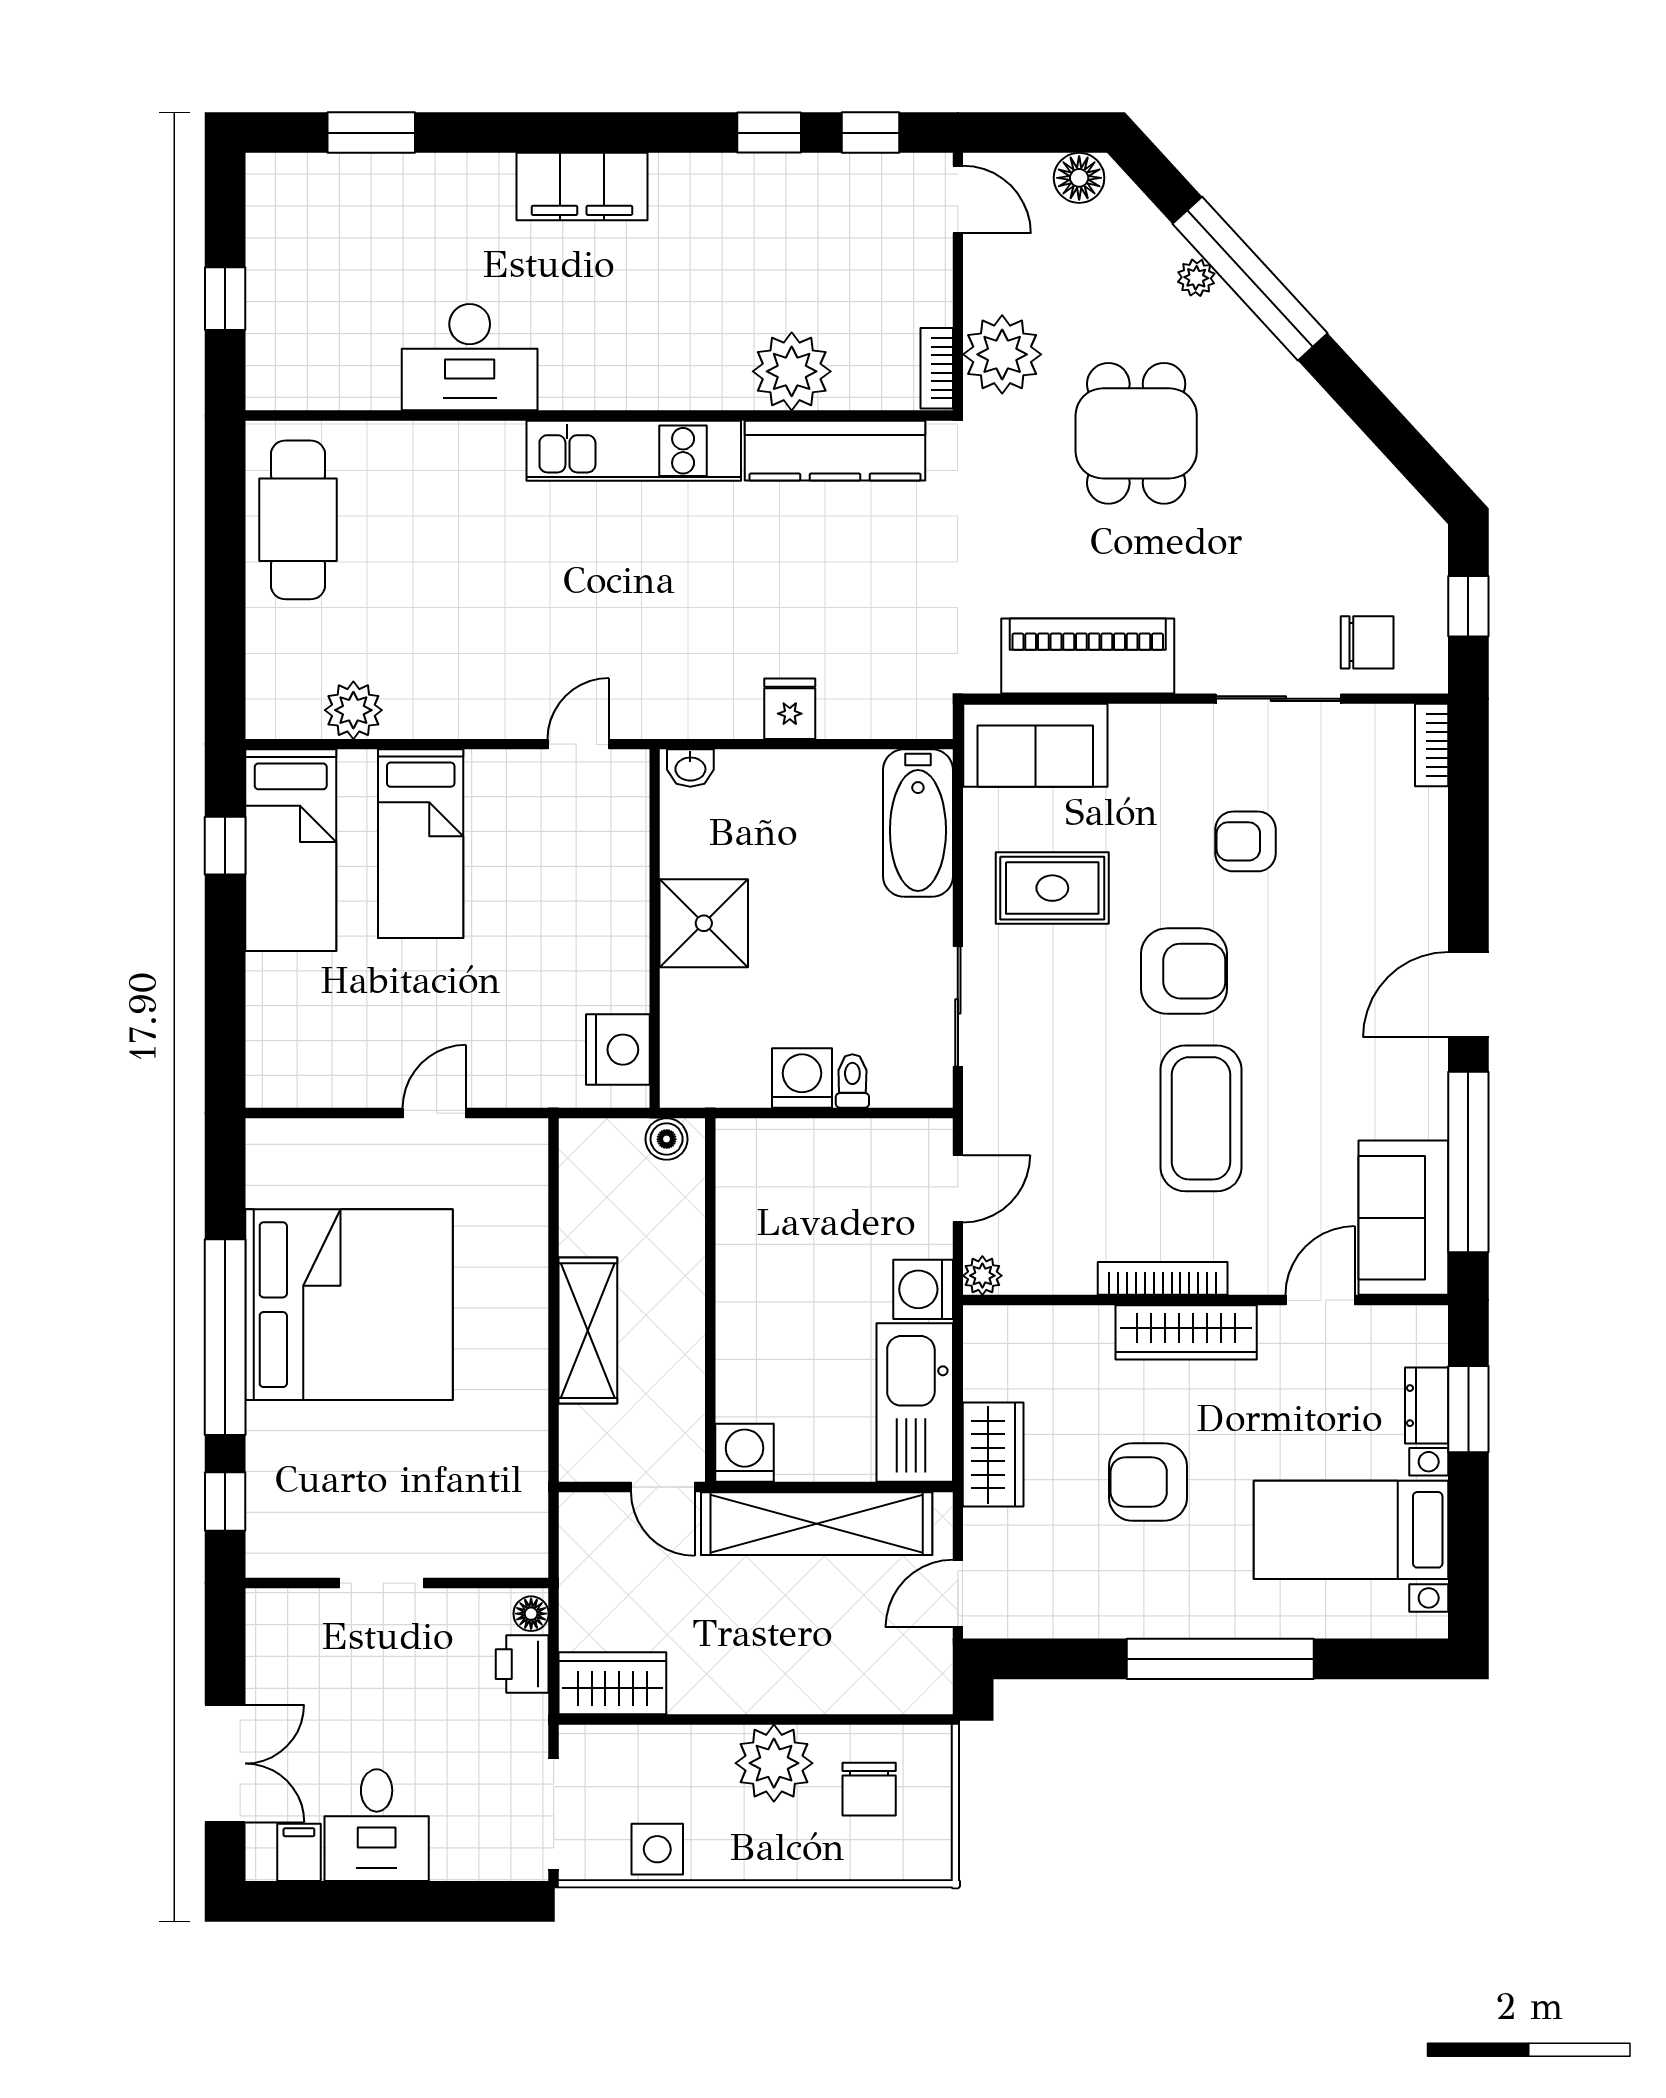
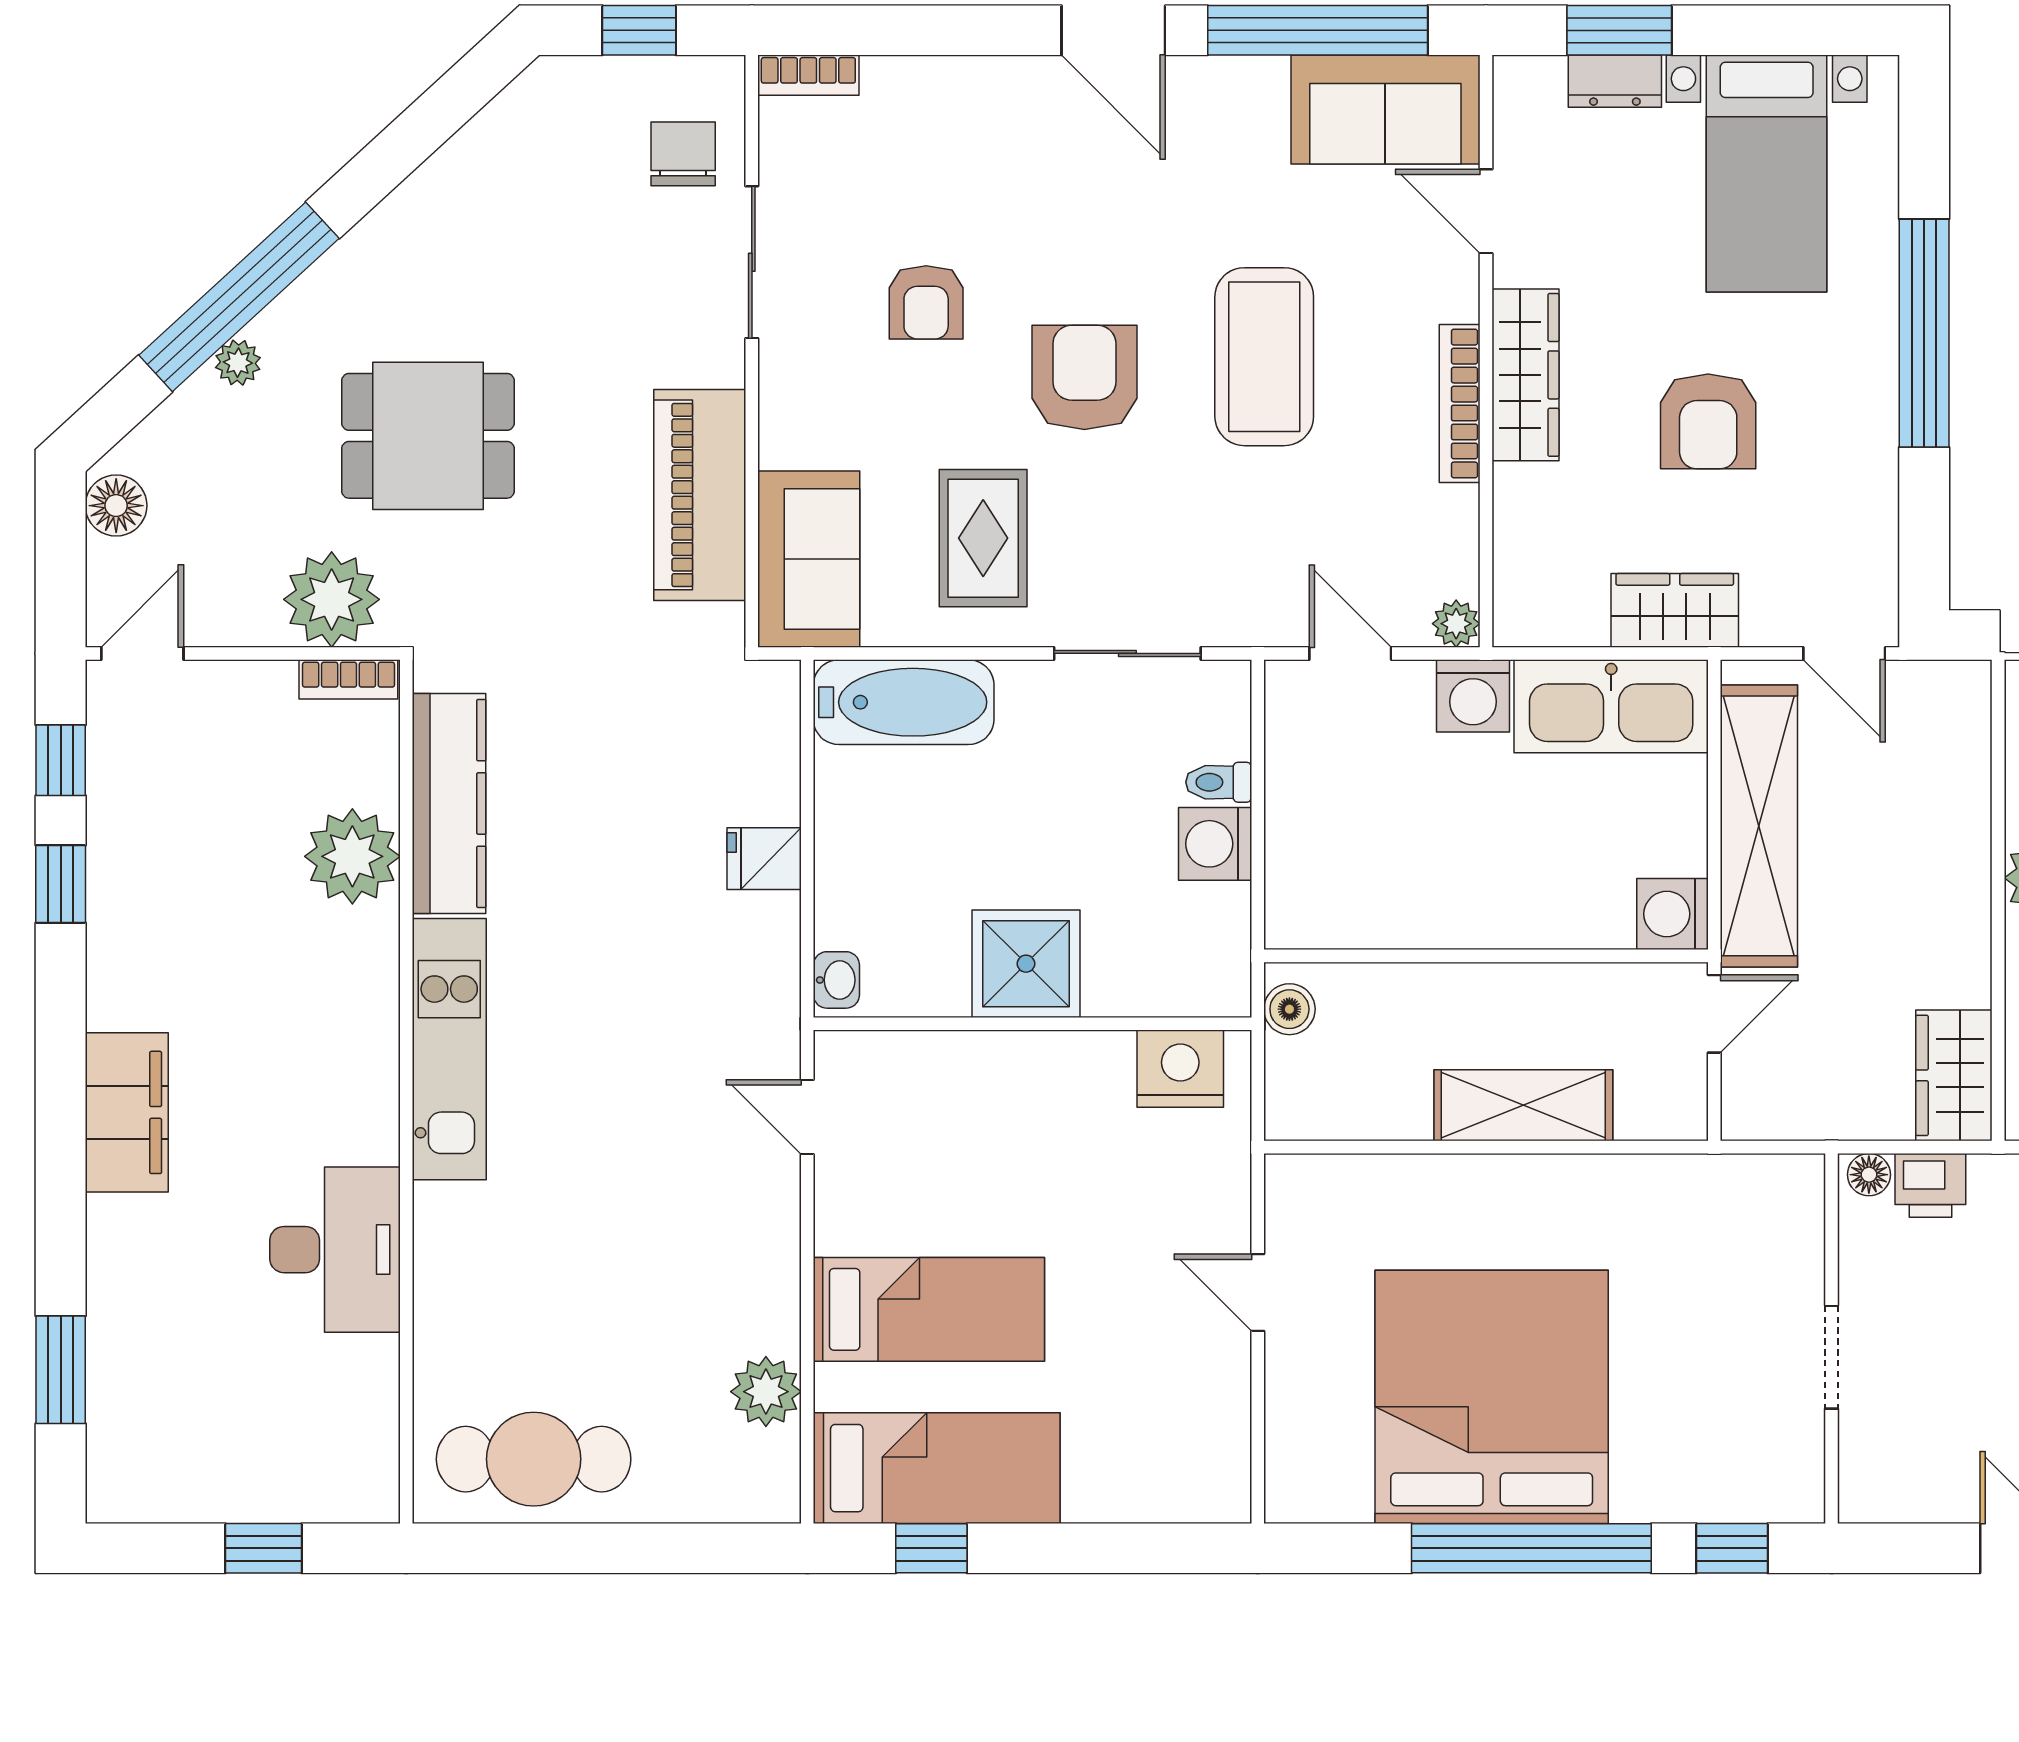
coffee table: (1201, 1118) -> (1264, 357), turned 90

